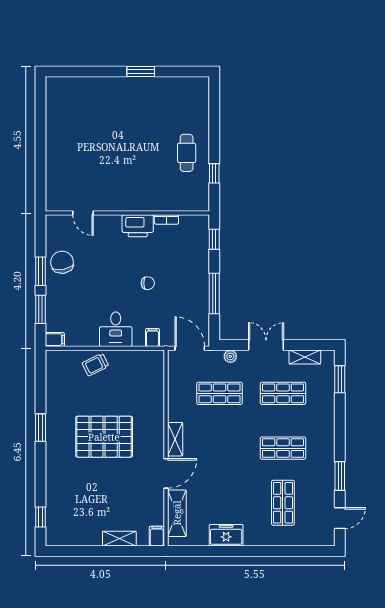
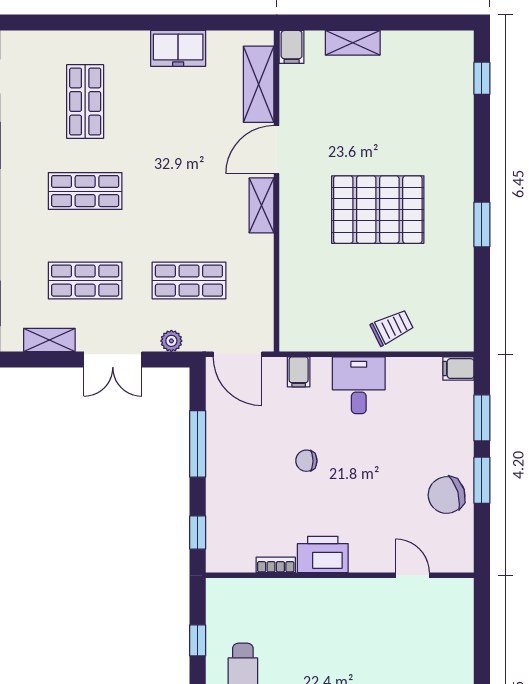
chair: (62, 262) -> (447, 495), turned 82

